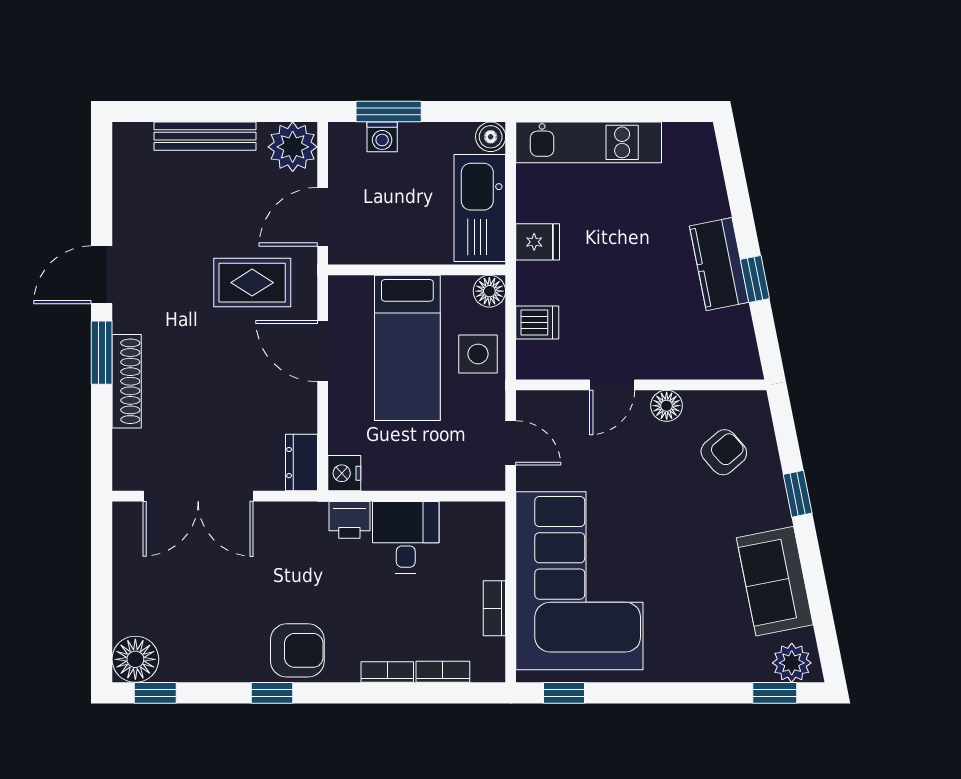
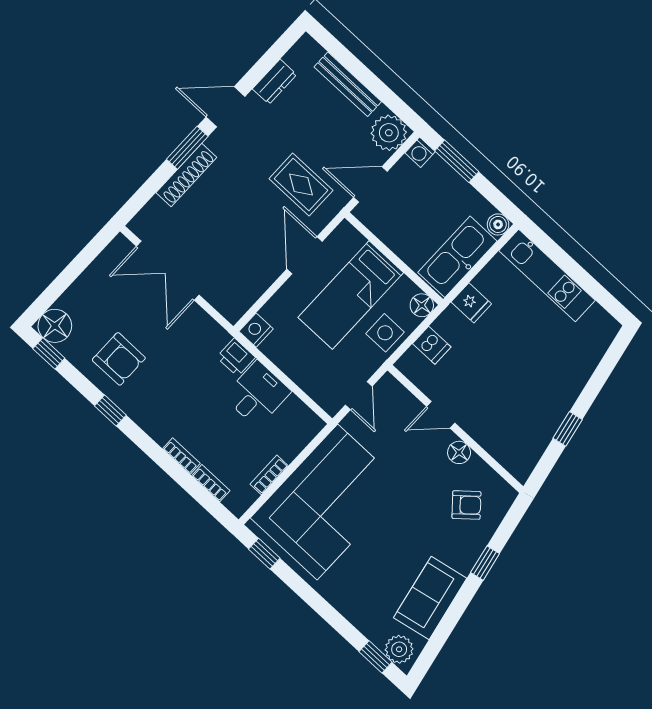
washing machine: (382, 137) -> (420, 152), moved
kitchen counter: (719, 264) -> (556, 404), removed
dresser: (302, 463) -> (275, 82), moved, turned 180
armchair: (297, 650) -> (119, 359), moved

